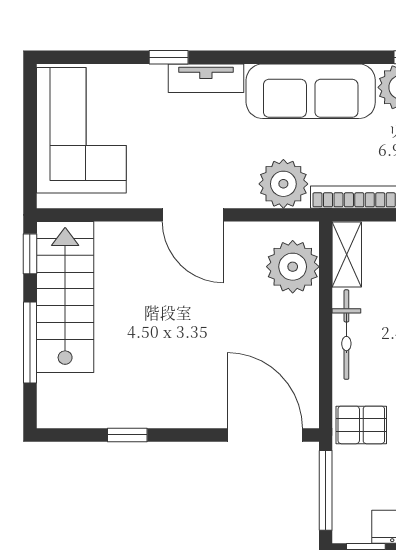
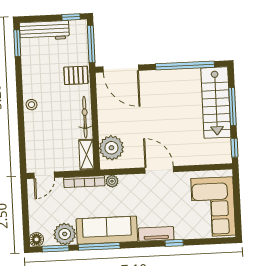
window: (329, 57) -> (99, 246), added
plant: (283, 184) -> (112, 181), width x0.53, depth x0.53
stairs: (65, 297) -> (216, 103), moved
window: (127, 435) -> (185, 66), width x3.17

